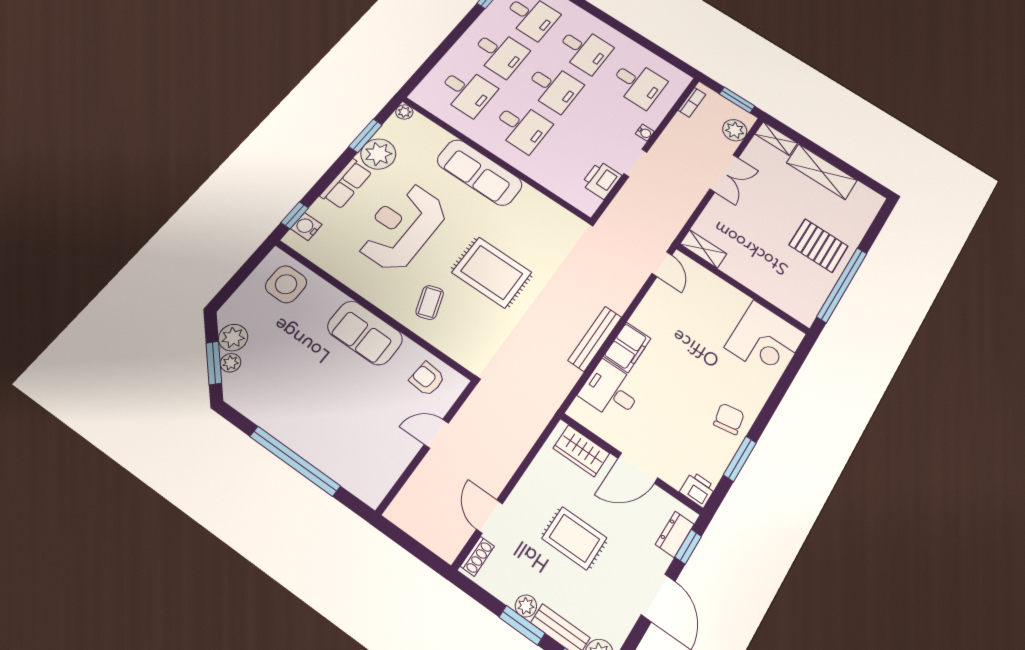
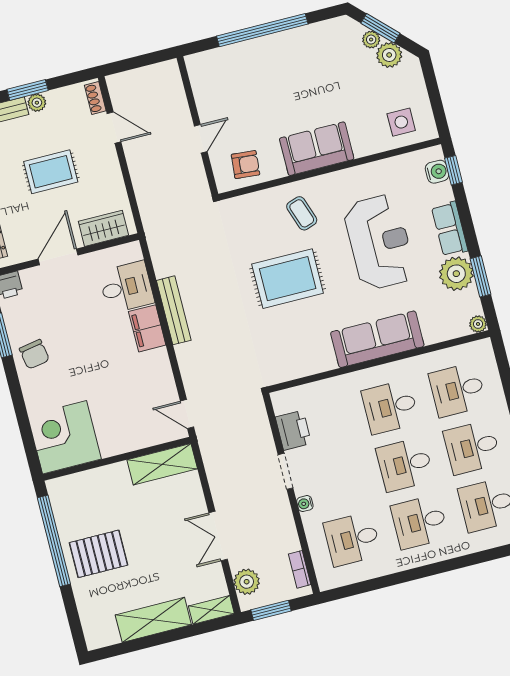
shelving: (703, 249) -> (162, 464), width x1.50, depth x1.33
side table: (286, 284) -> (401, 122), width x0.73, depth x0.73

